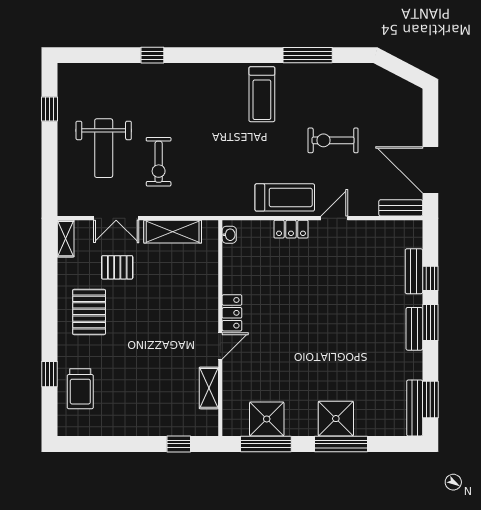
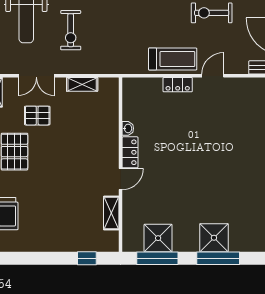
shelving: (173, 232) -> (82, 84), width x0.67, depth x0.75
washbasin: (229, 235) -> (128, 128), moved

